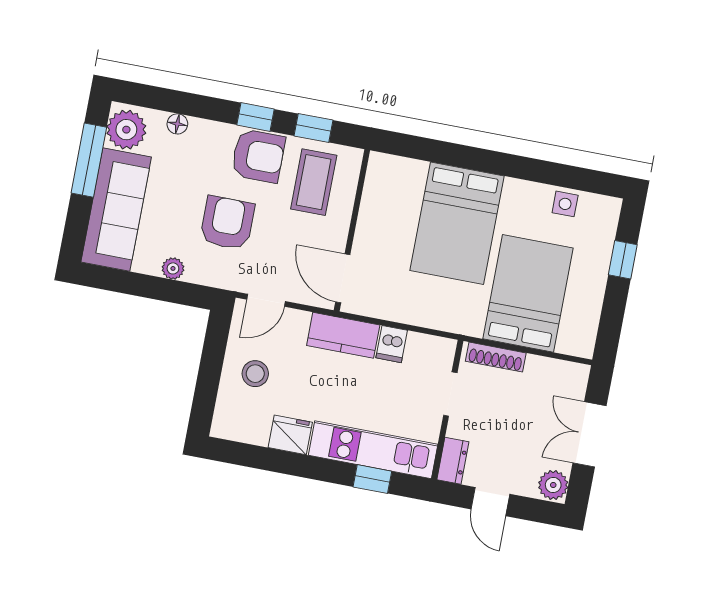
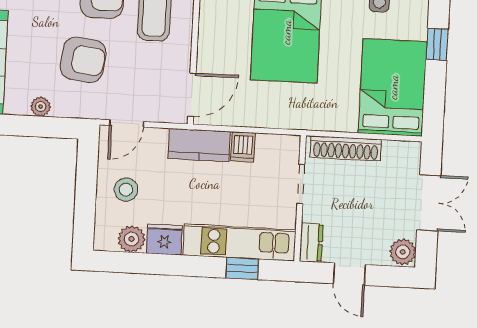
armchair: (227, 223) -> (83, 60), turned 97
door: (343, 278) -> (192, 95), swing flipped
bed: (528, 293) -> (393, 87), moved
shoe rack: (496, 357) -> (346, 148), width x1.36, depth x1.24
plant: (254, 429) -> (132, 239), added
double door: (590, 434) -> (429, 203), swing flipped

